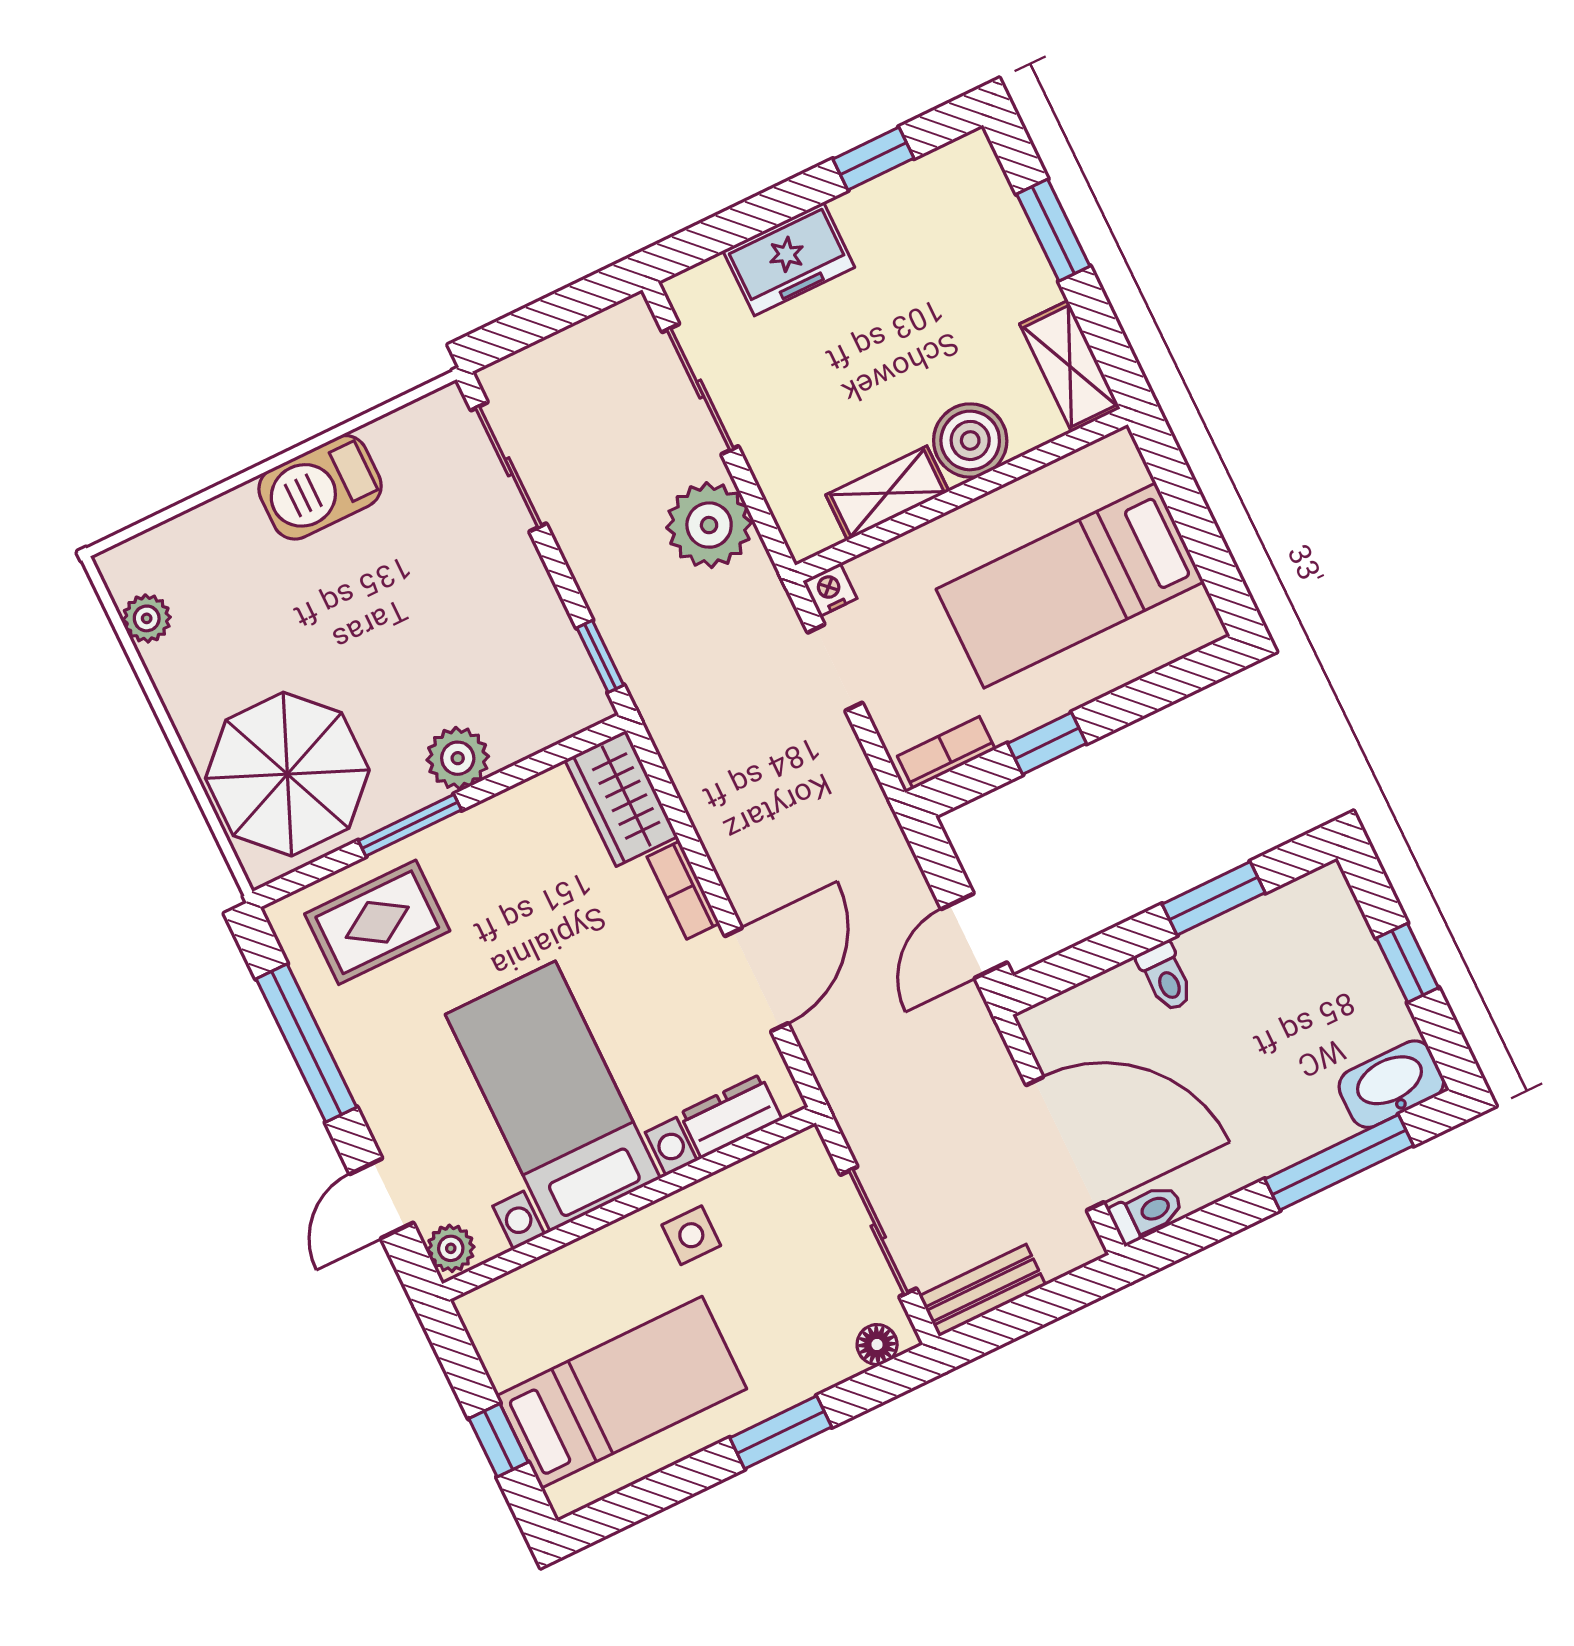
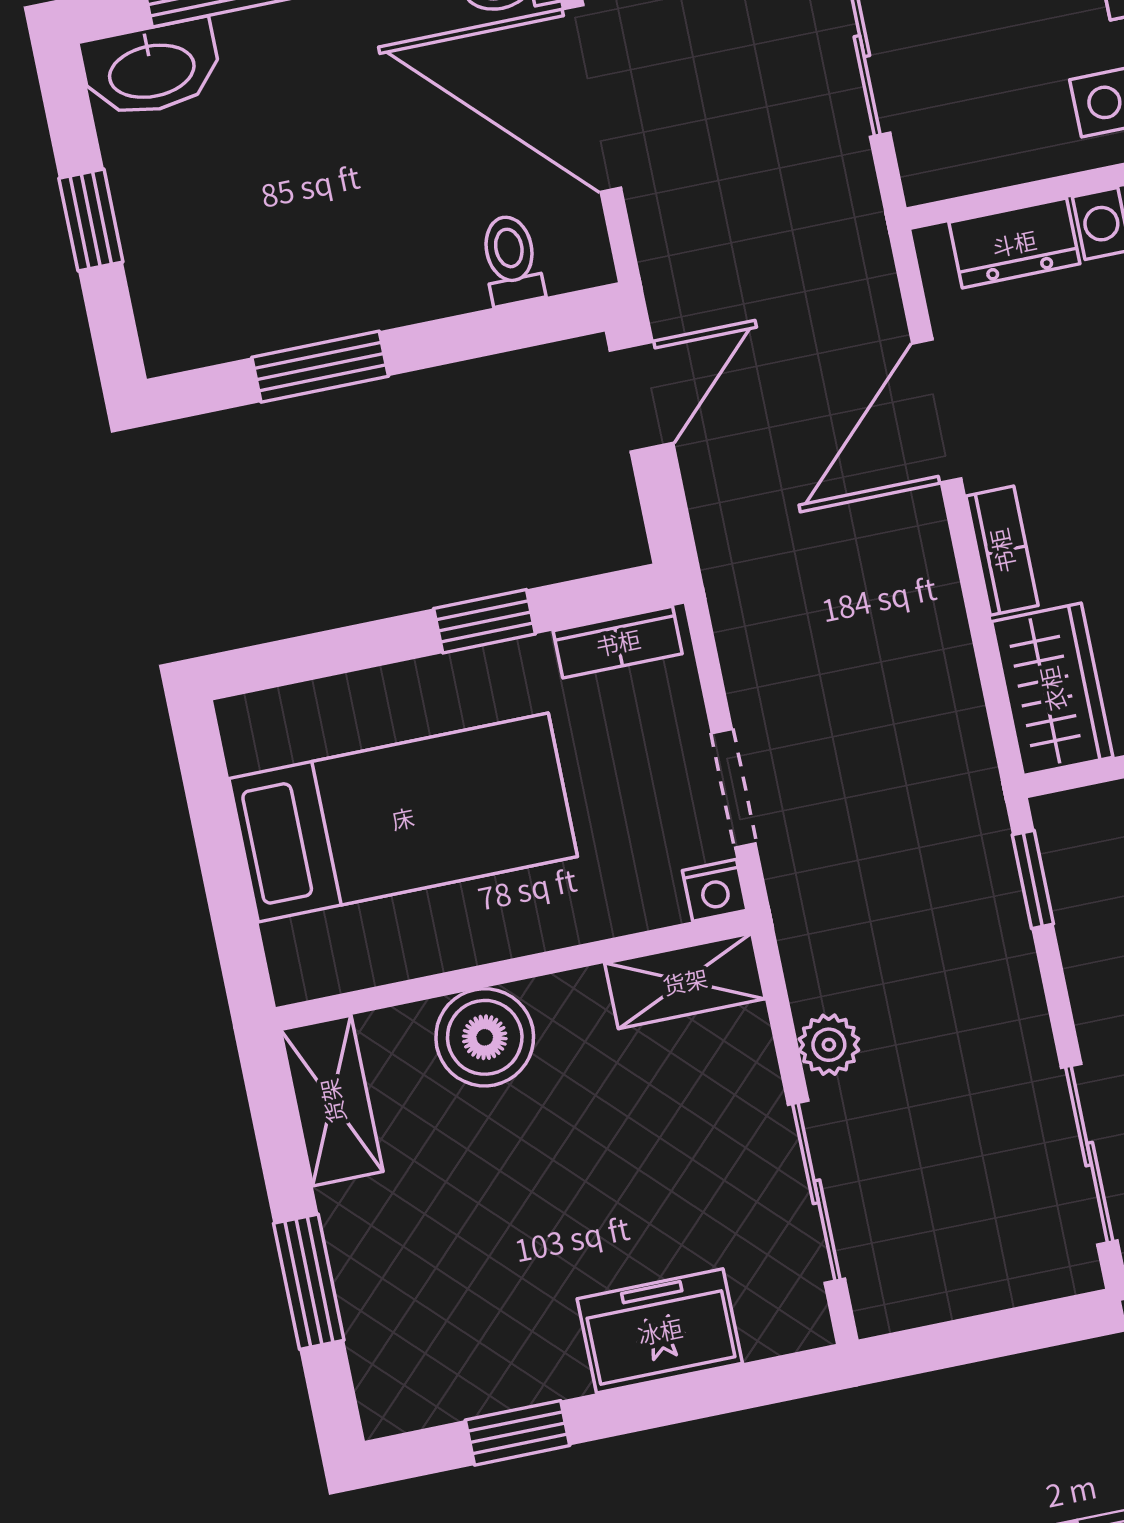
shelving: (887, 493) -> (685, 981), moved
plant: (709, 525) -> (829, 1045), width x0.53, depth x0.53
toilet: (1166, 977) -> (511, 260), moved

